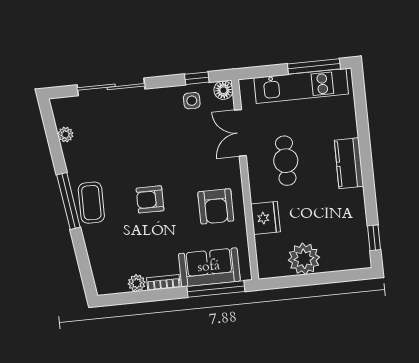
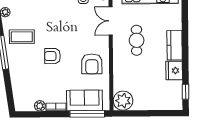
coffee table: (91, 203) -> (22, 37), moved, turned 90
fridge: (265, 218) -> (174, 71), moved, turned 180
plant: (304, 259) -> (123, 101), moved

